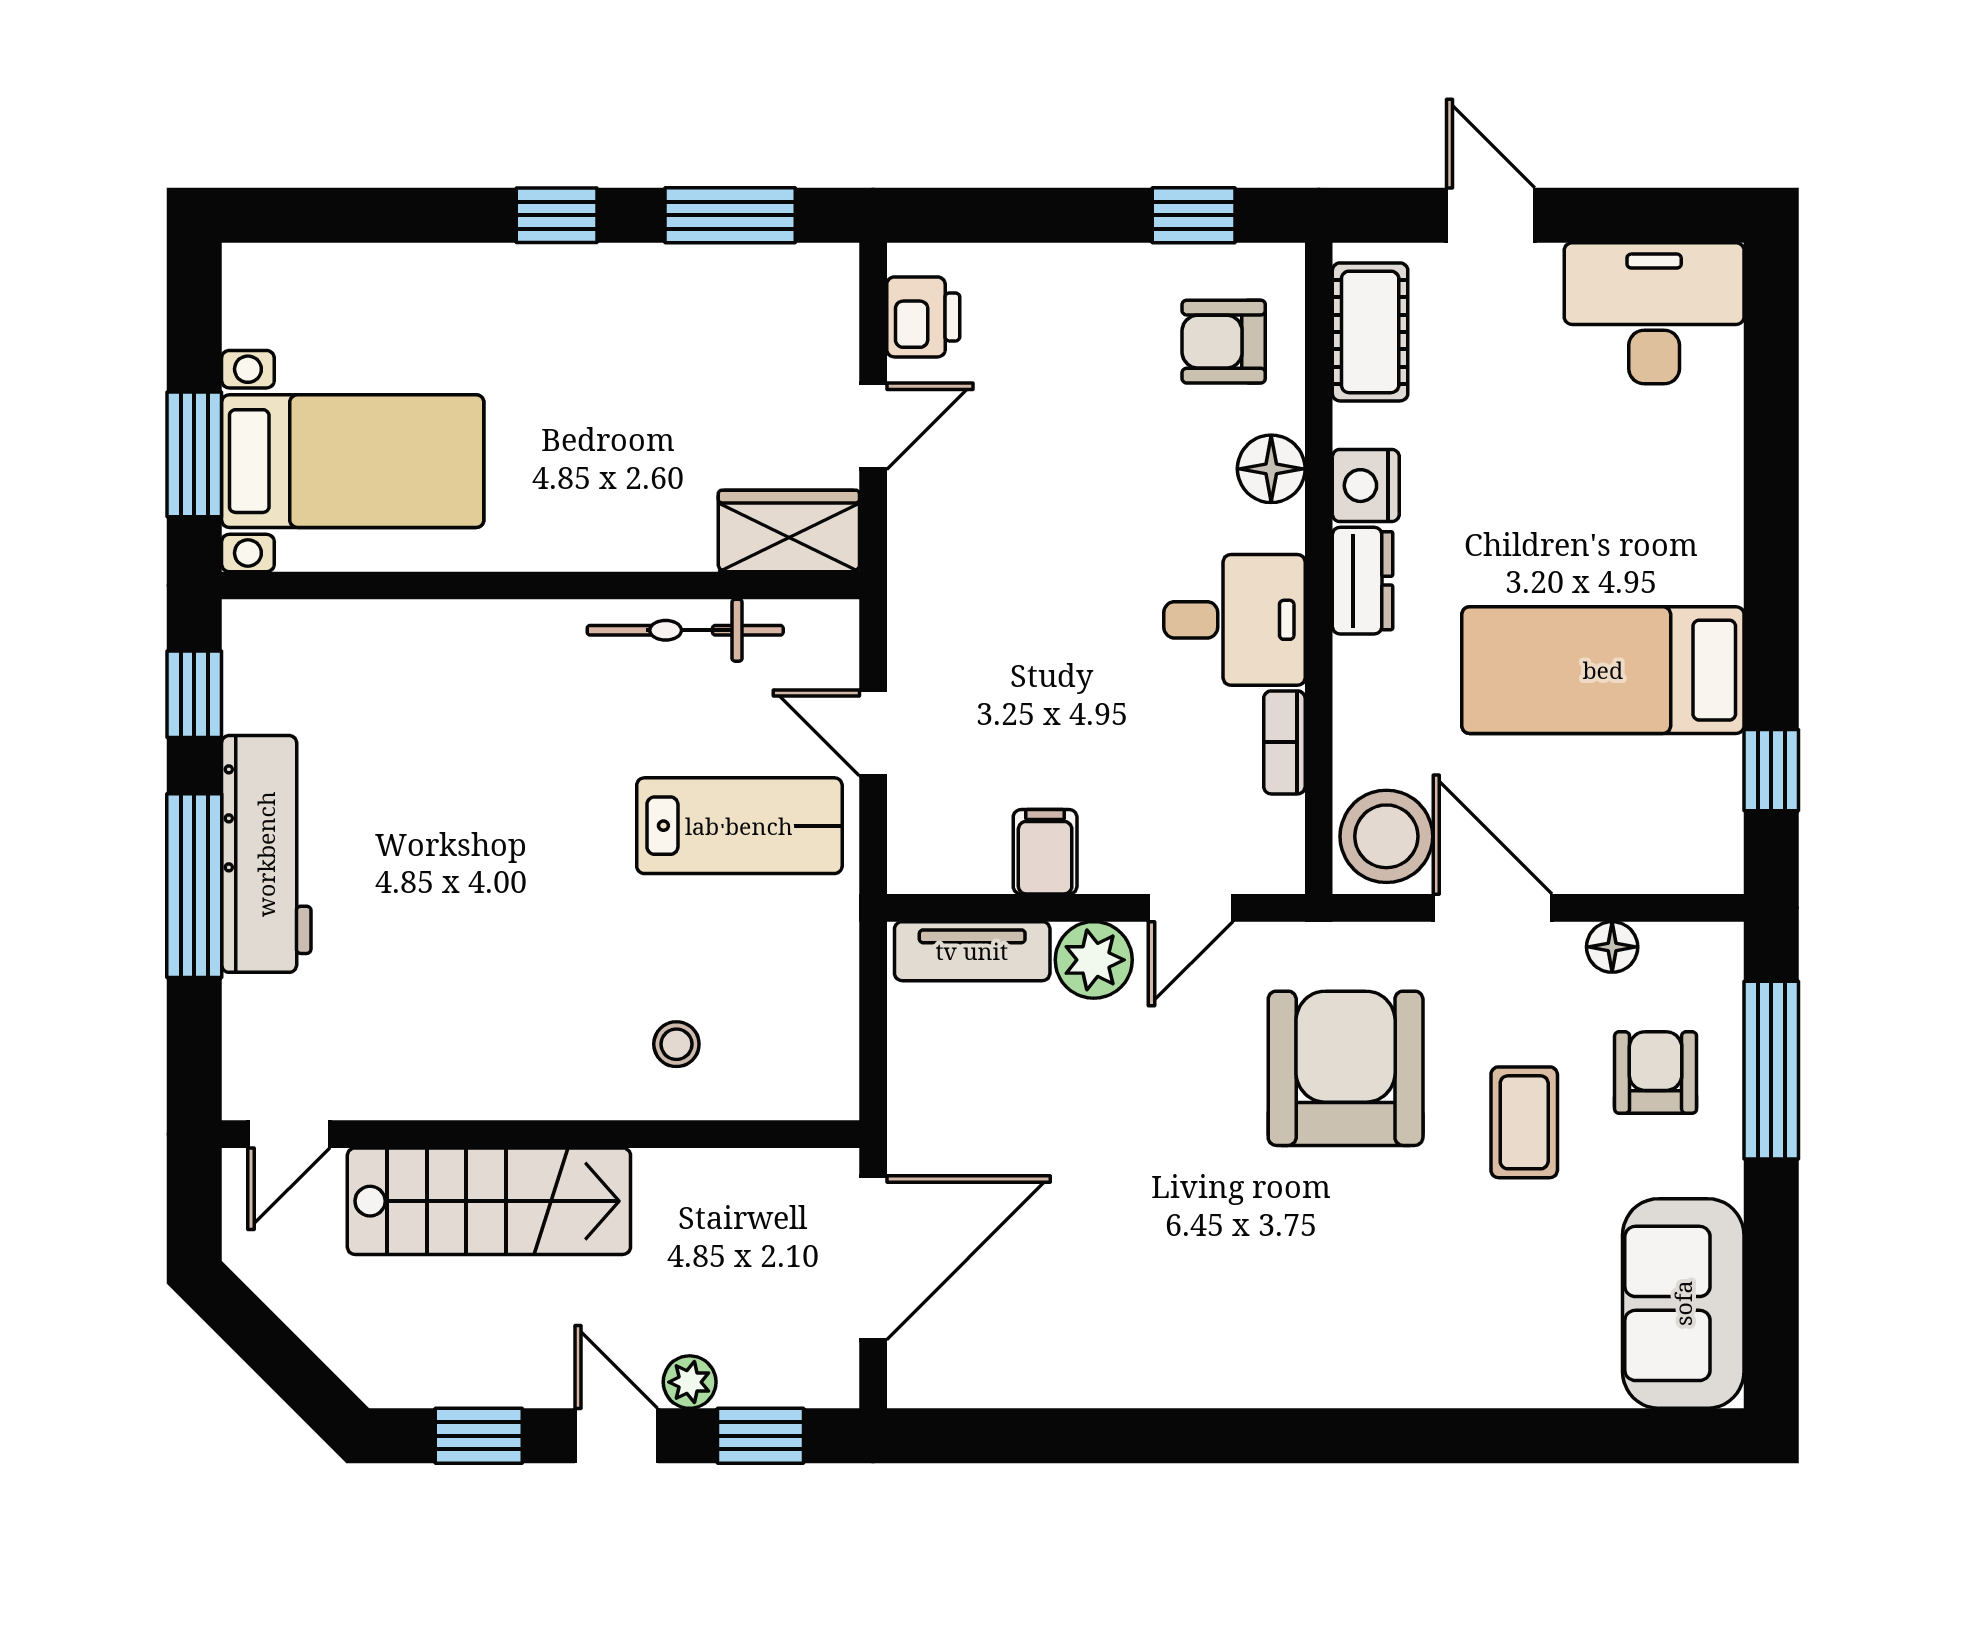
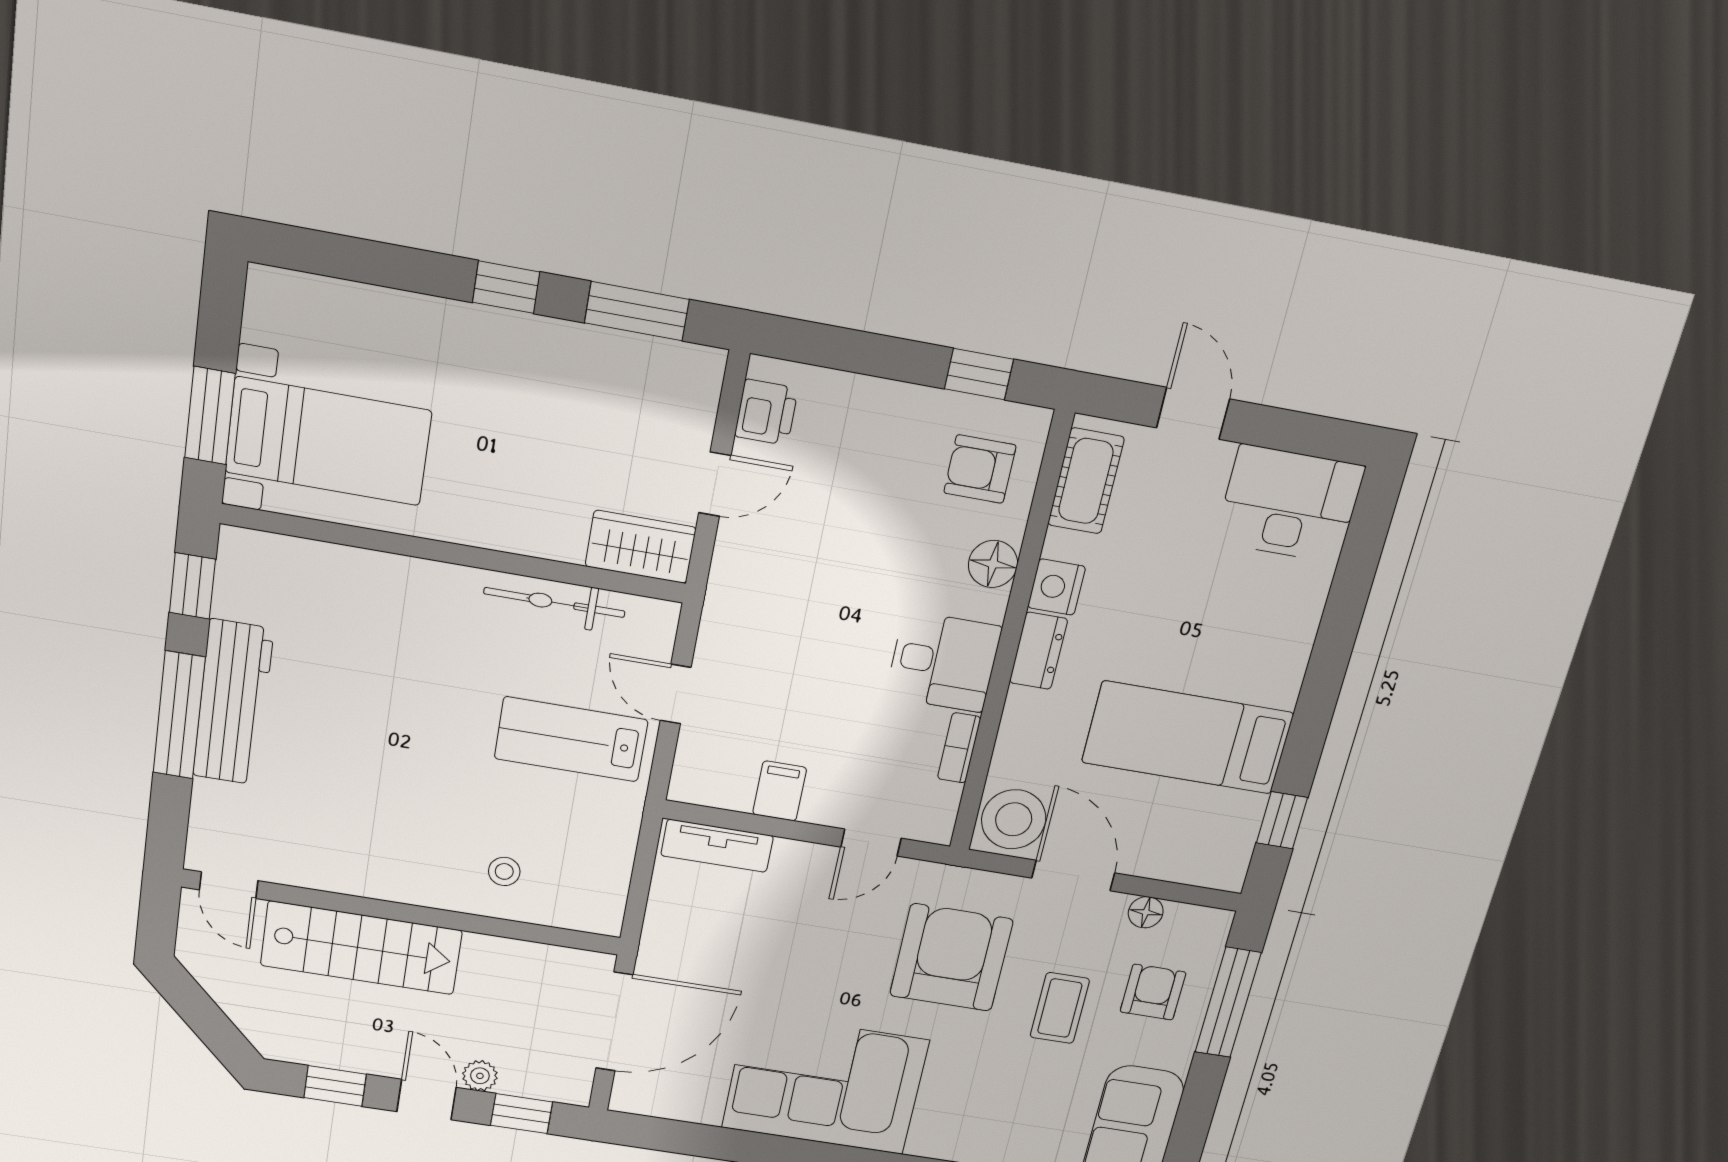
lab bench: (739, 826) -> (571, 739), turned 180
plant: (1094, 960) -> (798, 864), removed
door: (289, 1134) -> (229, 885), hinge flipped
corner sofa: (1203, 1308) -> (825, 1084), added

